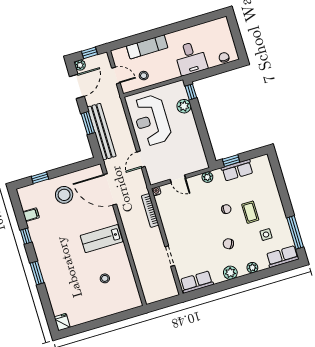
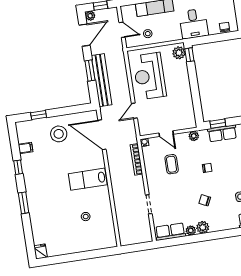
plant: (184, 106) -> (179, 53), moved
coffee table: (250, 212) -> (172, 164), moved
plant: (252, 268) -> (191, 231), moved

